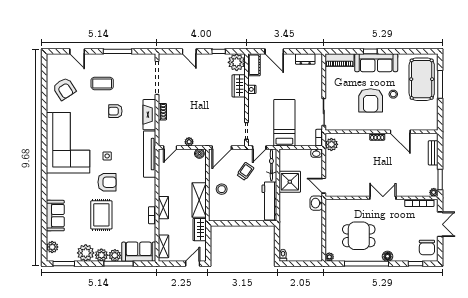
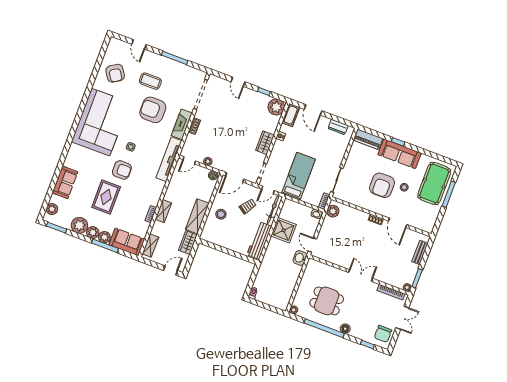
wardrobe: (239, 86) -> (265, 143), moved
armchair: (115, 111) -> (153, 110), width x1.88, depth x1.88

